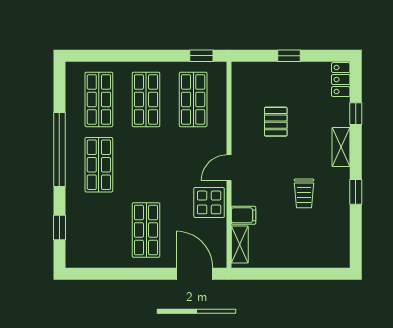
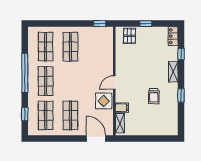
shop shelf: (193, 99) -> (46, 115), moved
pallet: (276, 122) -> (130, 36), moved

